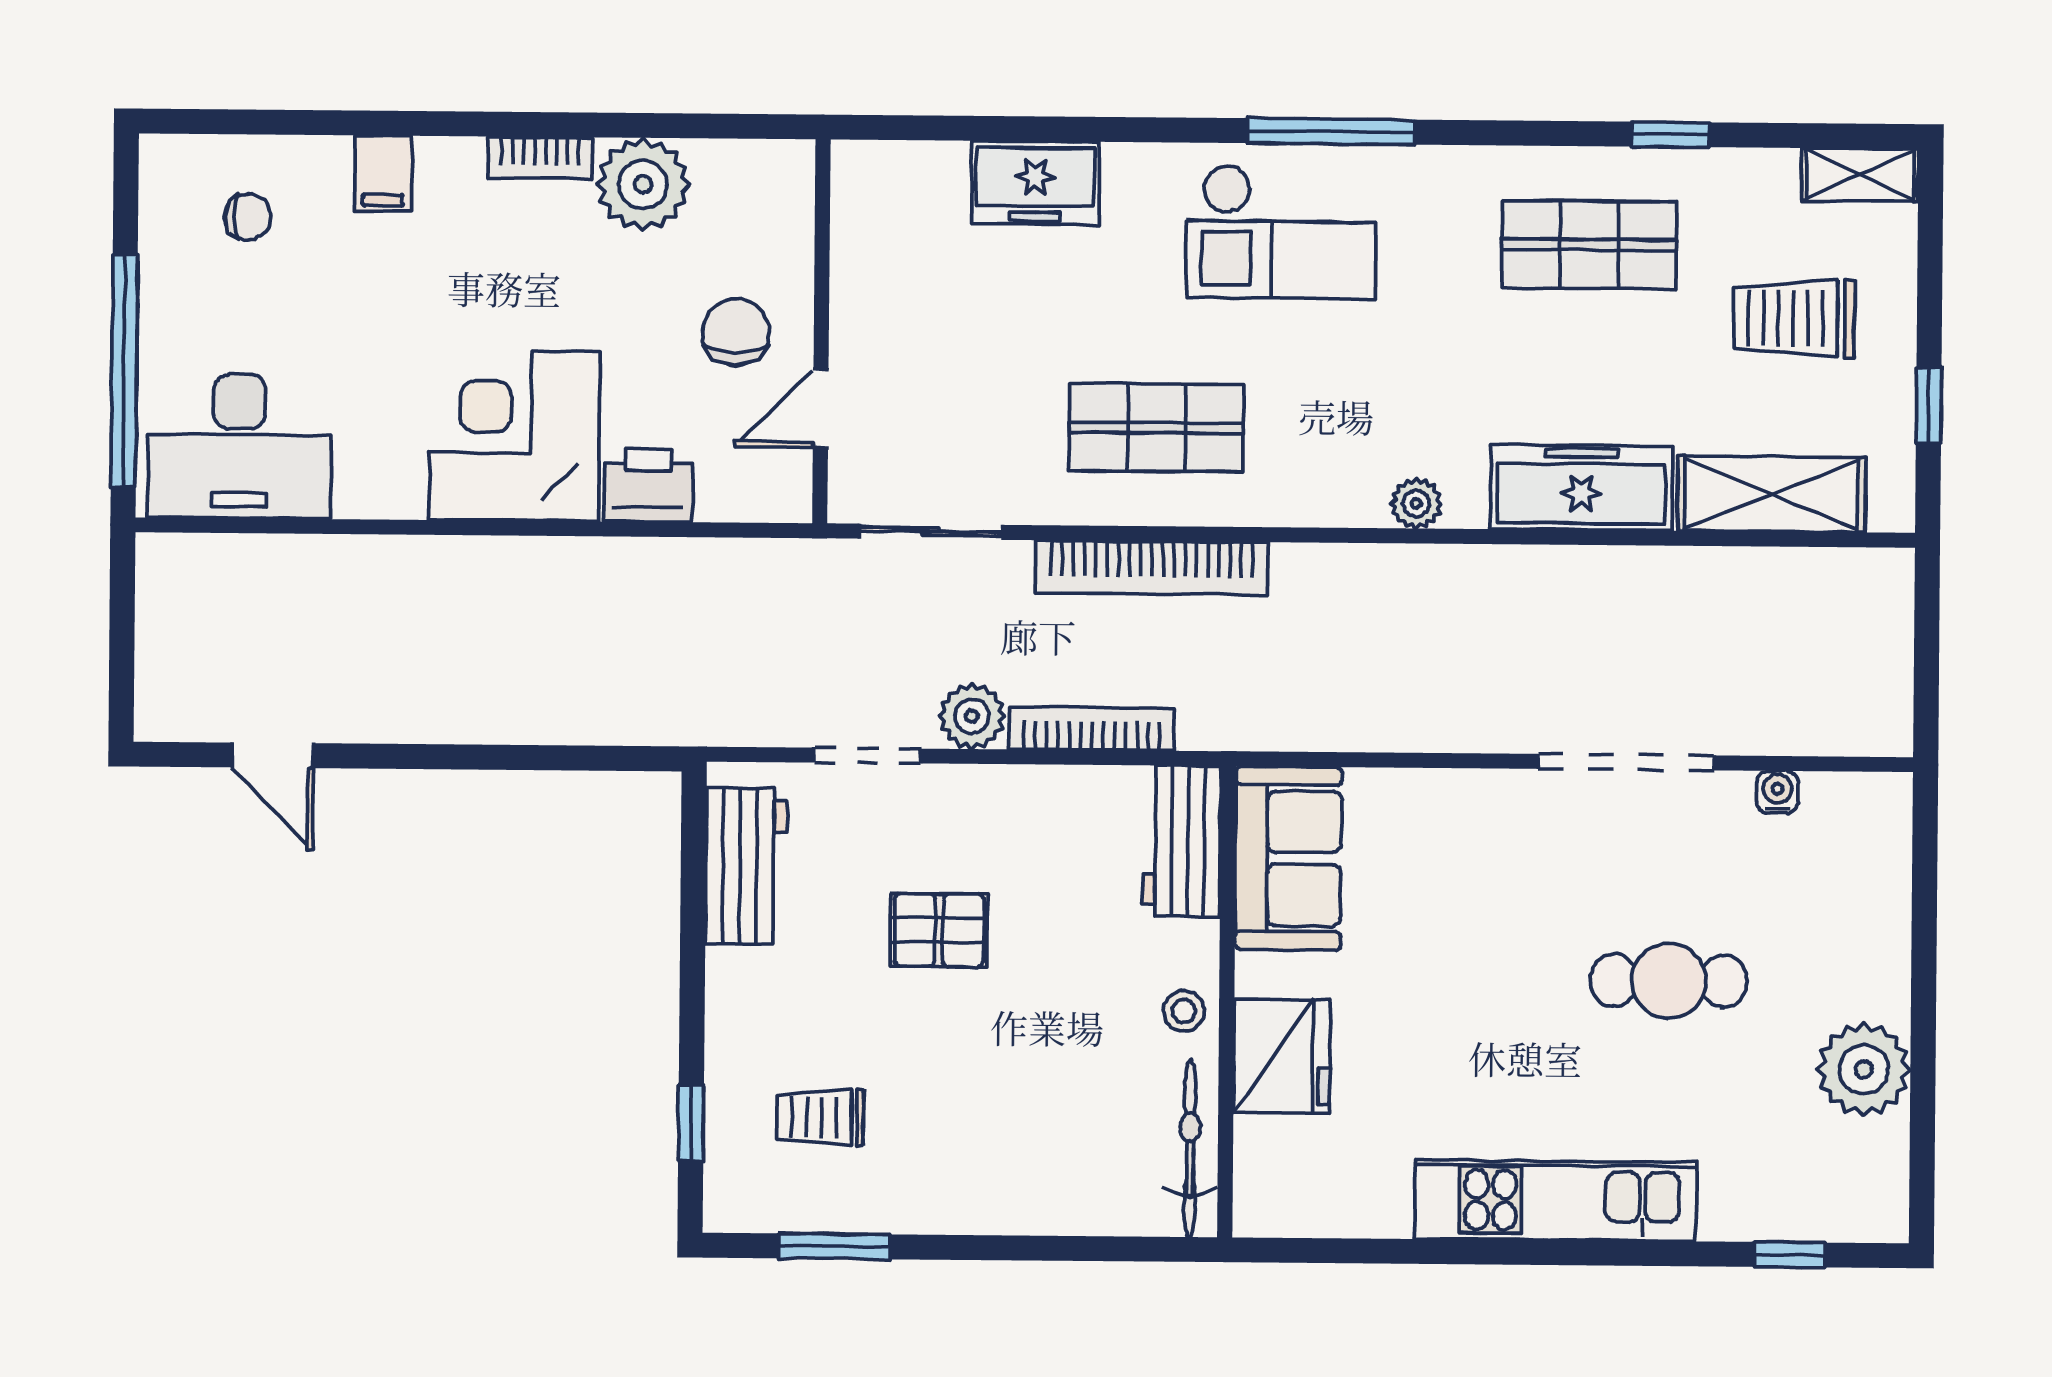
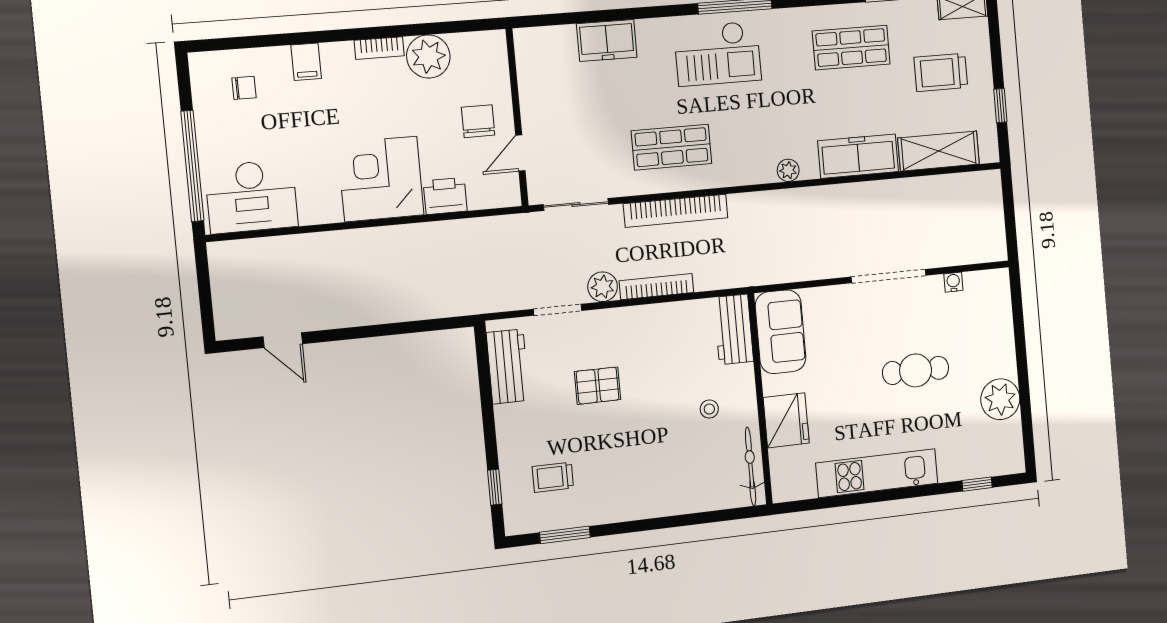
workbench: (1182, 841) -> (734, 329), moved
sofa: (1288, 858) -> (781, 332), moved
wall: (1227, 1002) -> (760, 399), moved
fridge: (1282, 1056) -> (786, 420), moved
bicycle: (1190, 1149) -> (751, 466), moved

